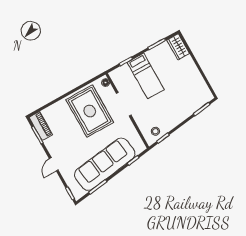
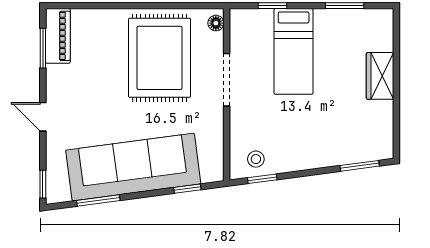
wardrobe: (178, 47) -> (380, 76), moved
door: (54, 164) -> (43, 117), hinge flipped

